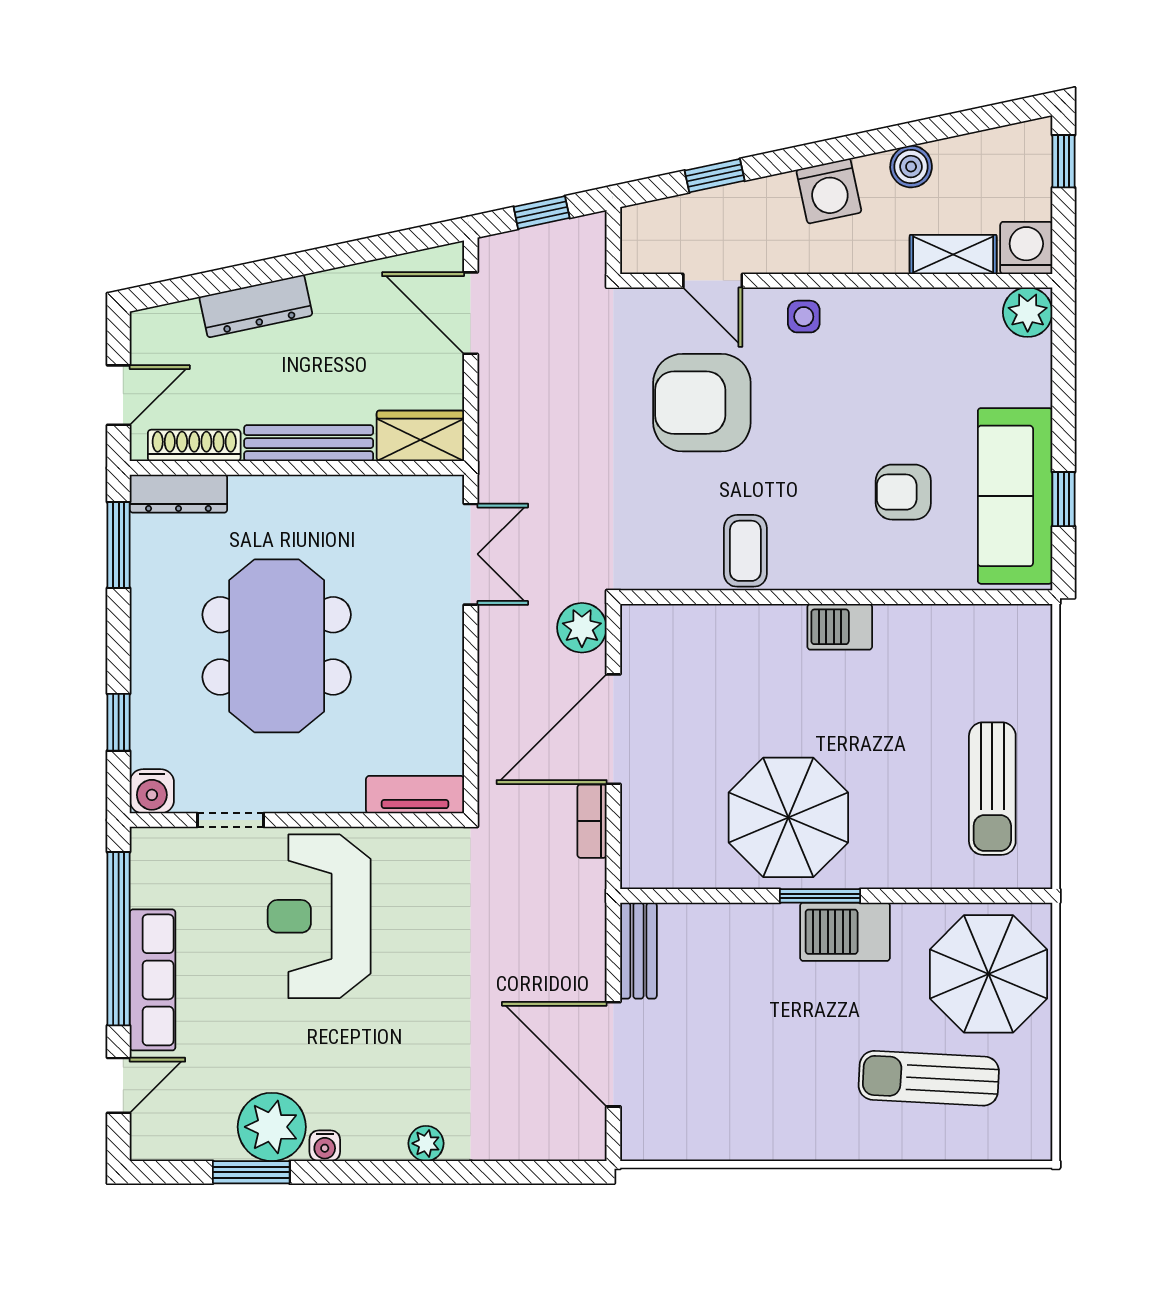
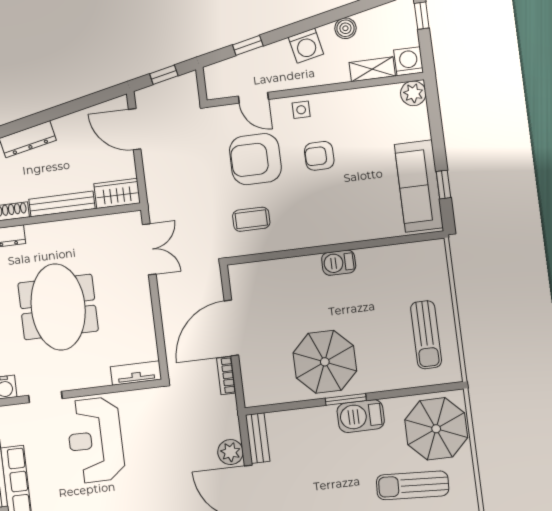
armchair: (903, 492) -> (319, 156), moved
coffee table: (745, 551) -> (251, 219), moved, turned 90
plant: (582, 628) -> (230, 452), moved

